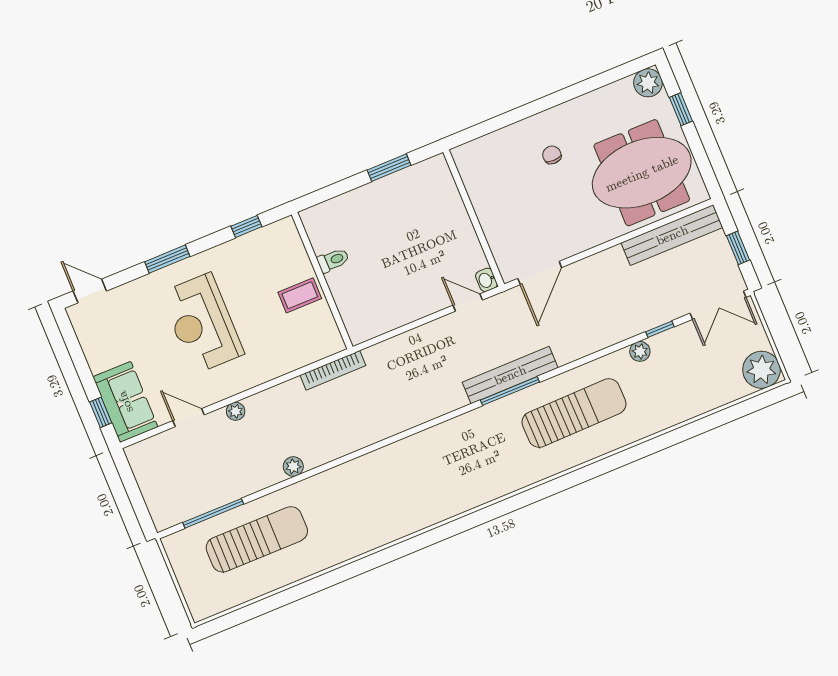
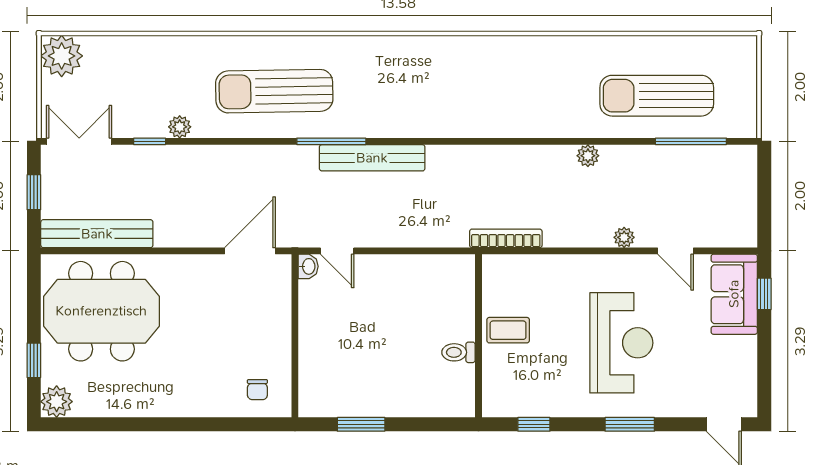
chair: (552, 155) -> (257, 390), moved
bench: (510, 375) -> (372, 158), moved

